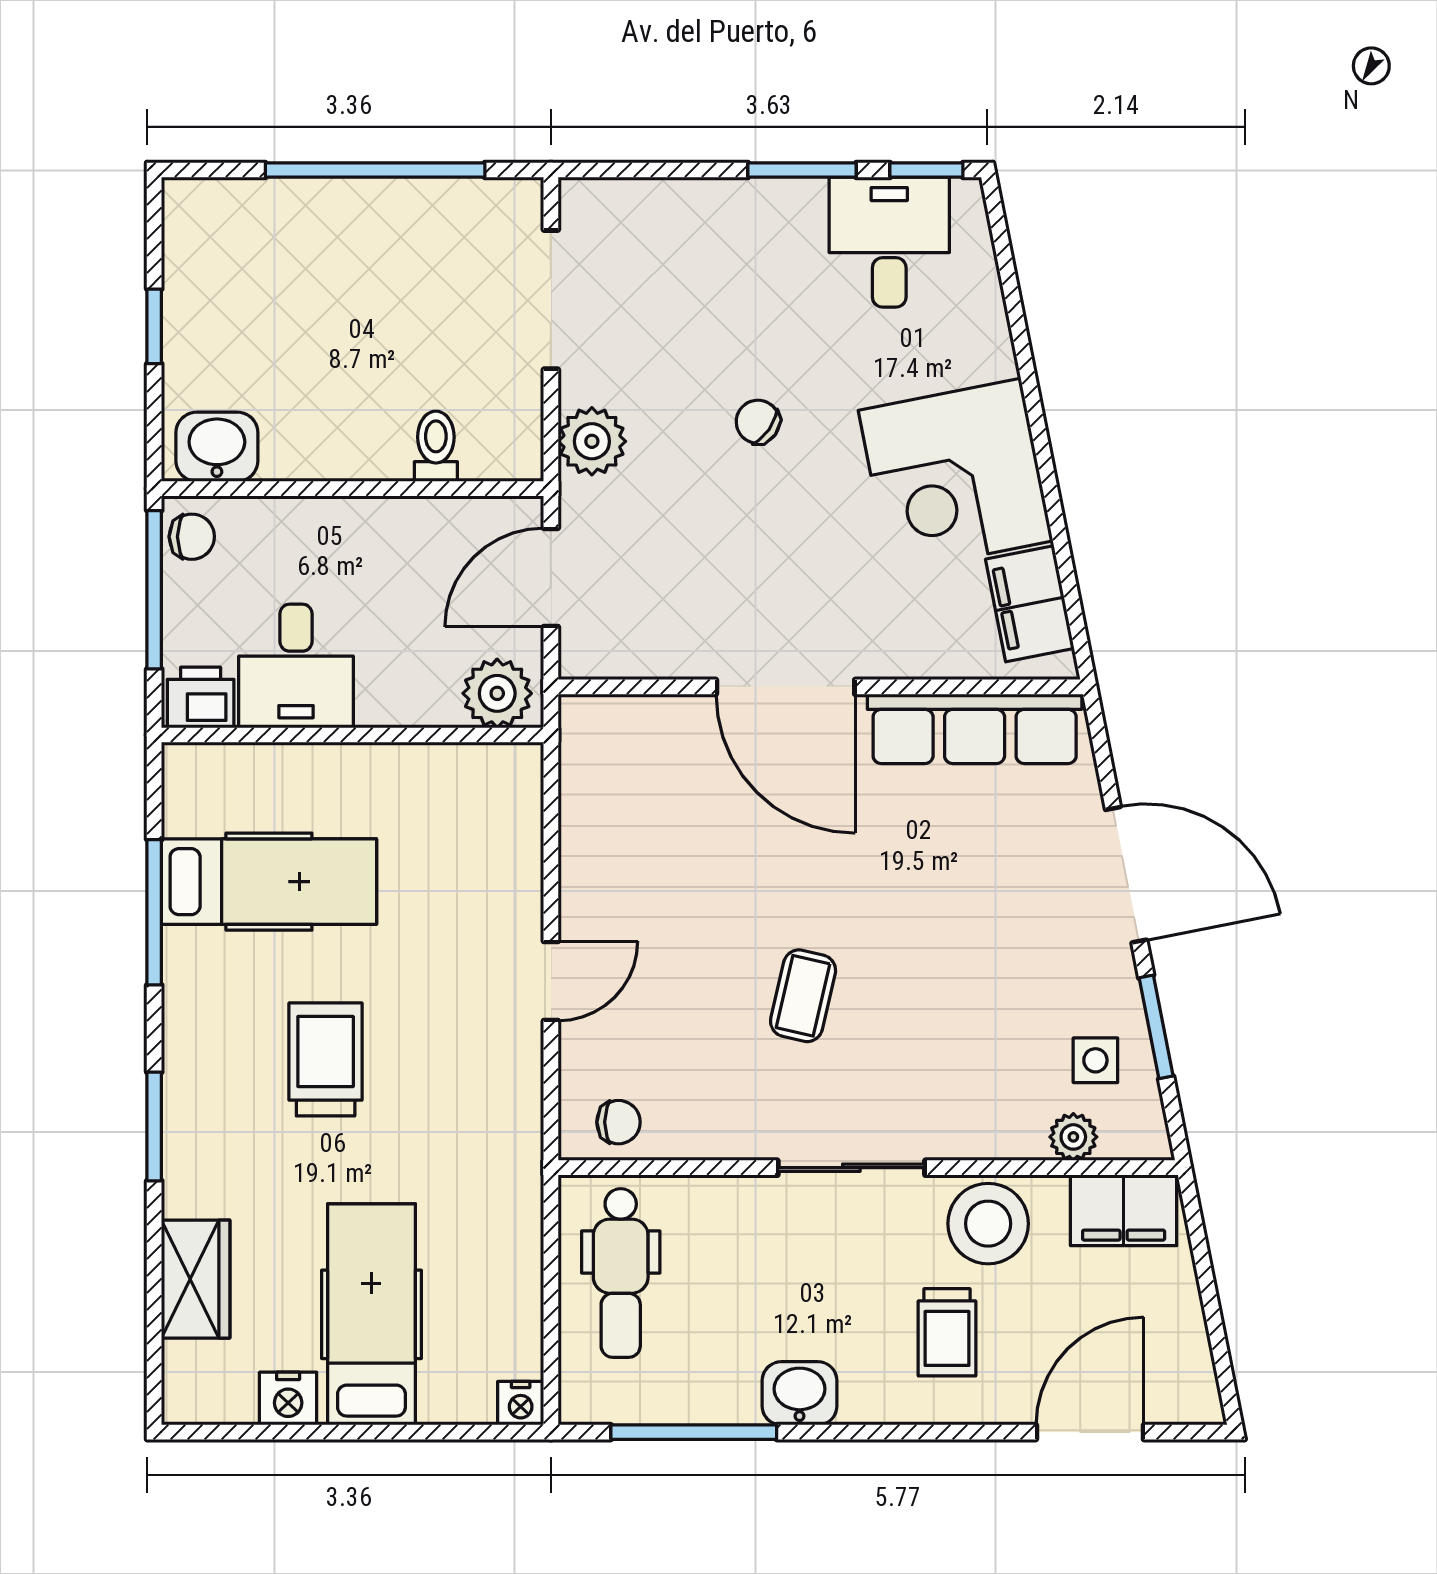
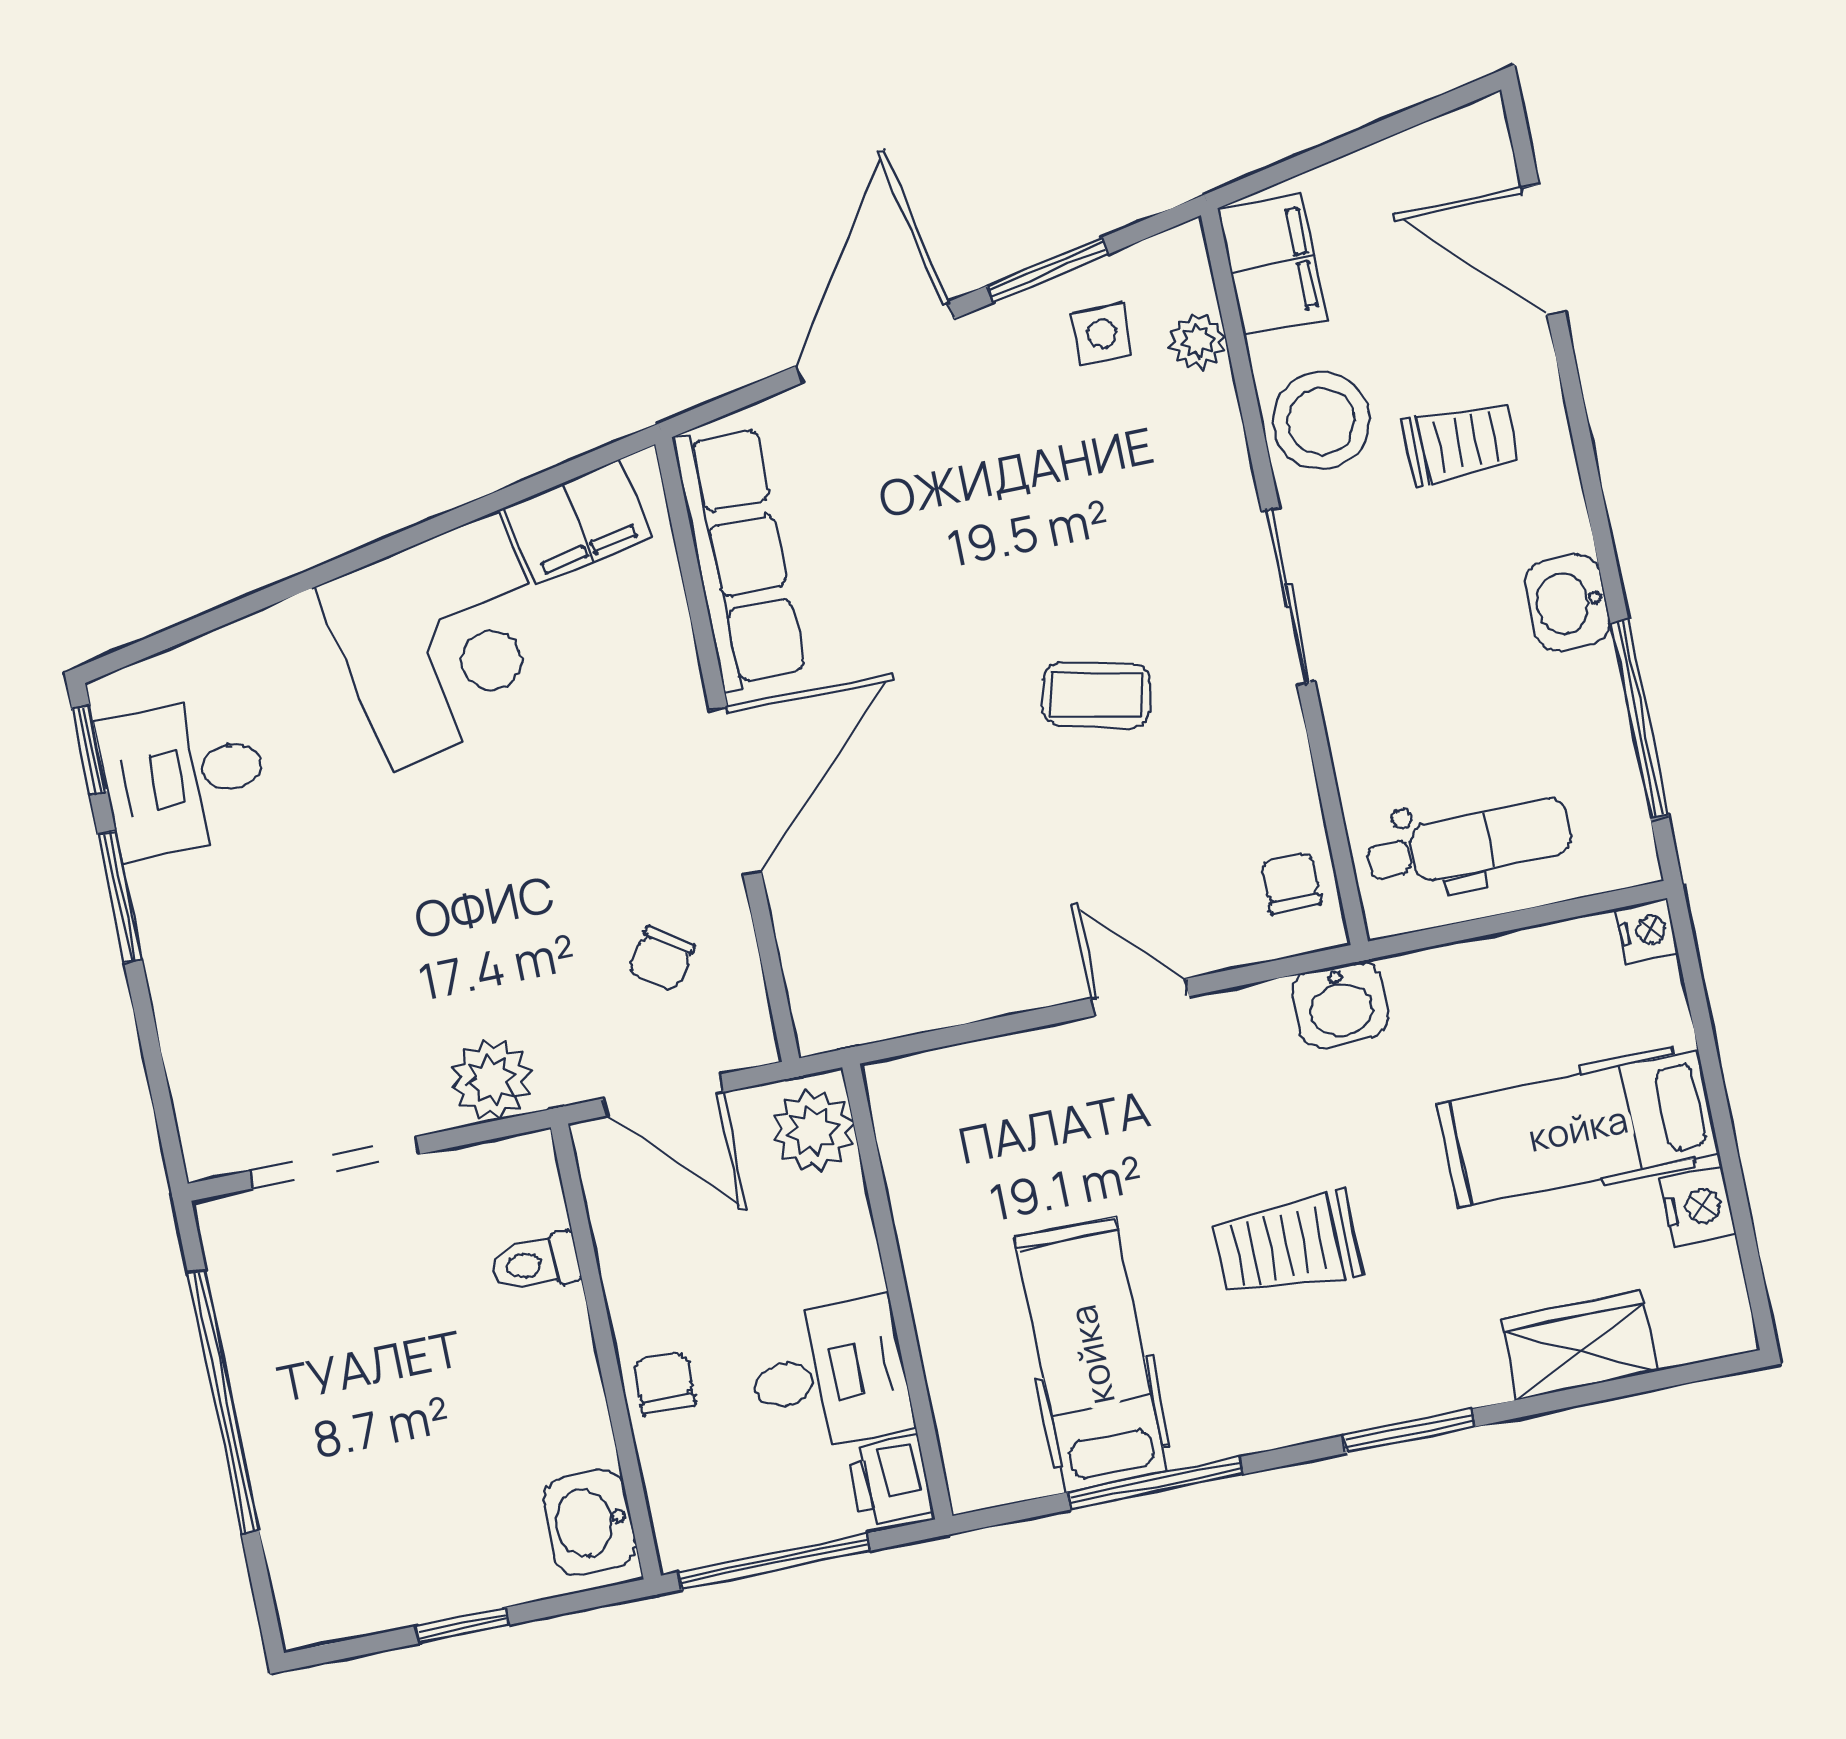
chair: (758, 422) -> (661, 959), moved
chair: (192, 537) -> (664, 1383), moved
washbasin: (512, 1142) -> (1340, 1005), added

